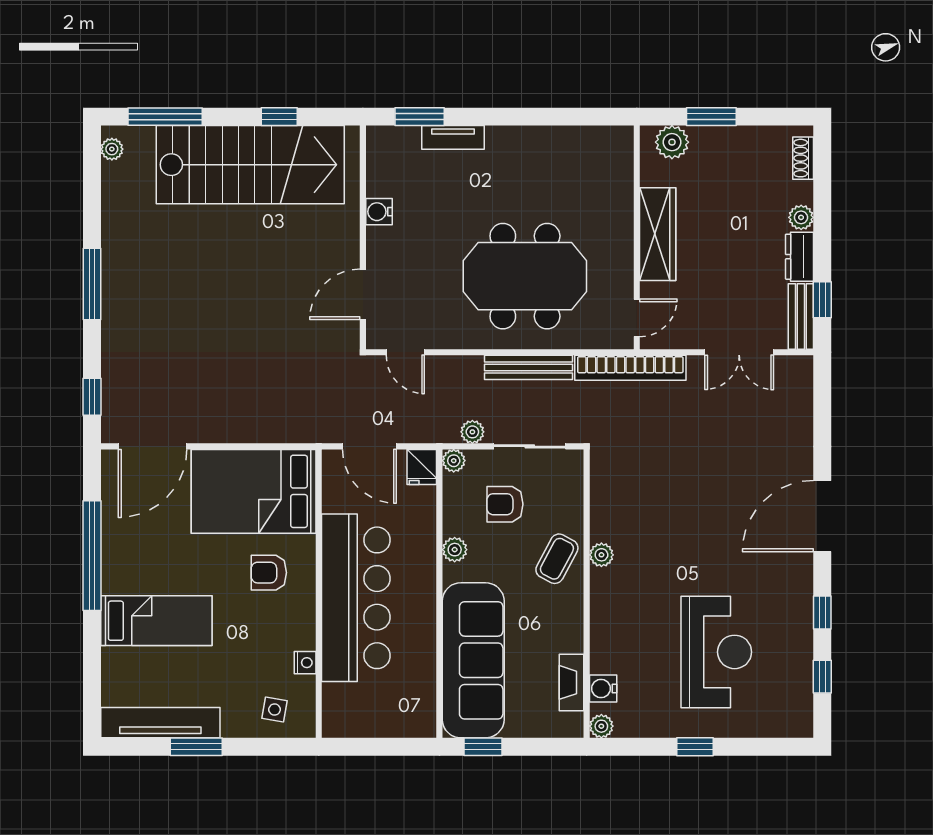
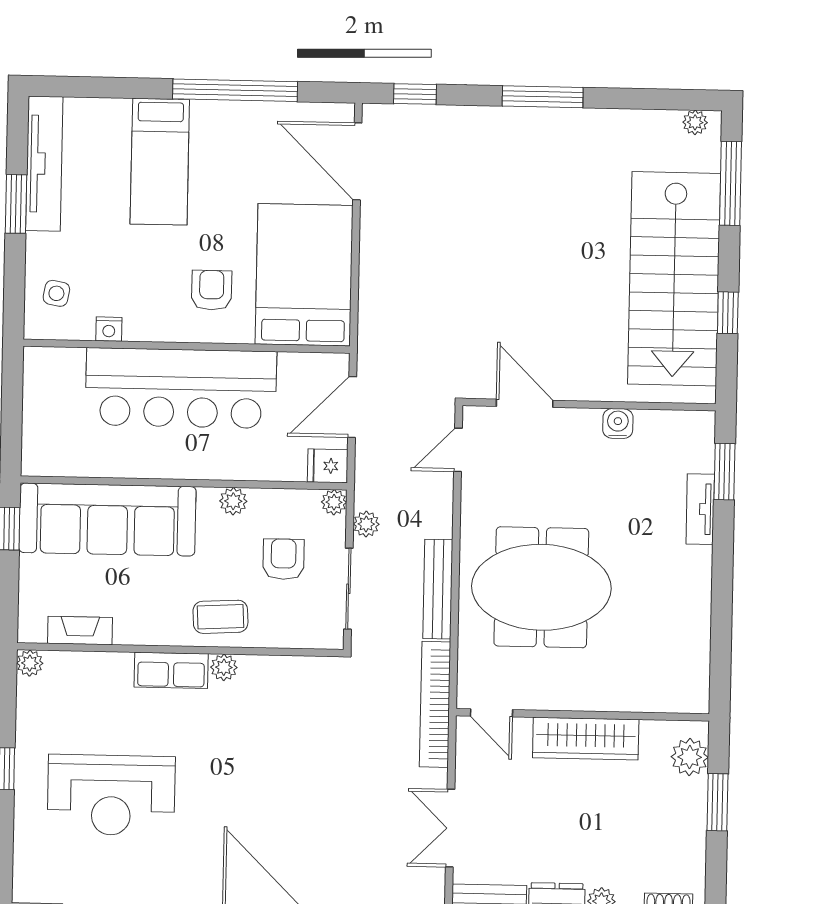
meeting table: (525, 276) -> (541, 587), turned 90
coffee table: (557, 559) -> (220, 617), turned -31
row of seats: (605, 601) -> (171, 670), added
water cooler: (603, 688) -> (72, 666), removed

